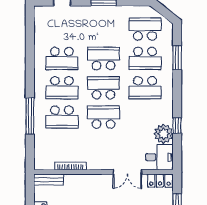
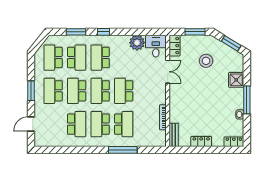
school desk: (103, 29) -> (53, 91), added
school desk: (62, 88) -> (100, 124), turned 180
school desk: (145, 88) -> (100, 58), turned 180
window: (177, 126) -> (103, 32), moved

